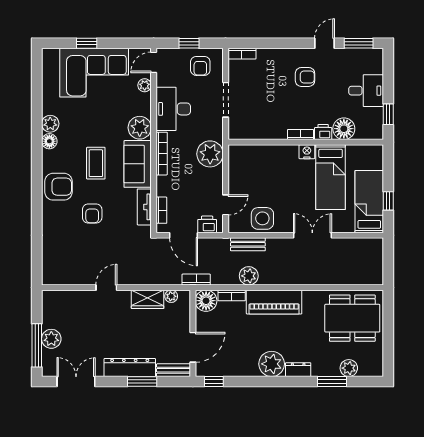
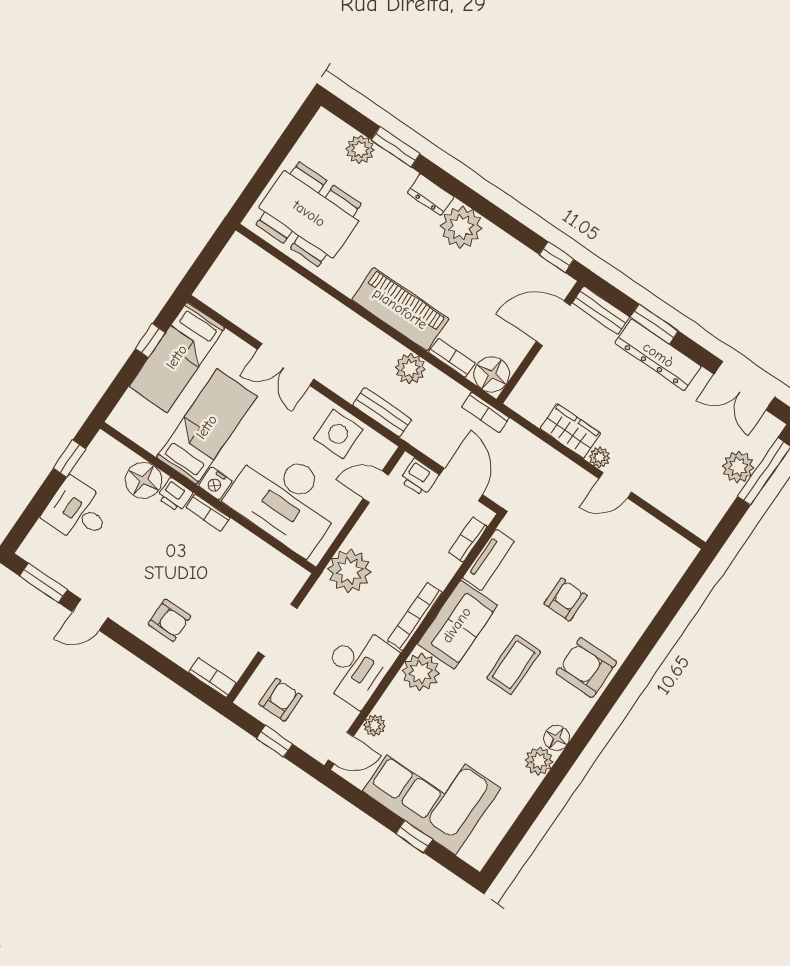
armchair: (305, 77) -> (169, 620), moved, turned 180
desk: (266, 168) -> (286, 499), added
plant: (171, 296) -> (600, 457), moved

